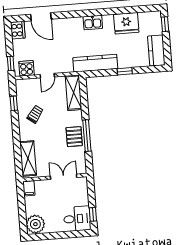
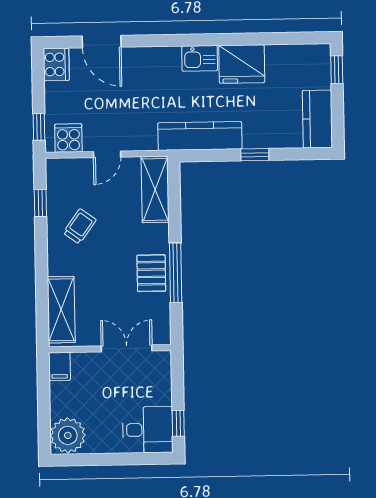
fridge: (126, 23) -> (242, 64), moved

